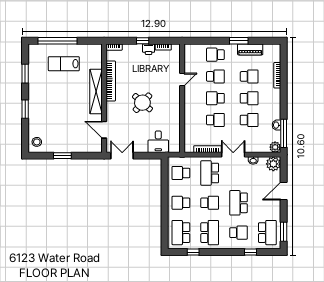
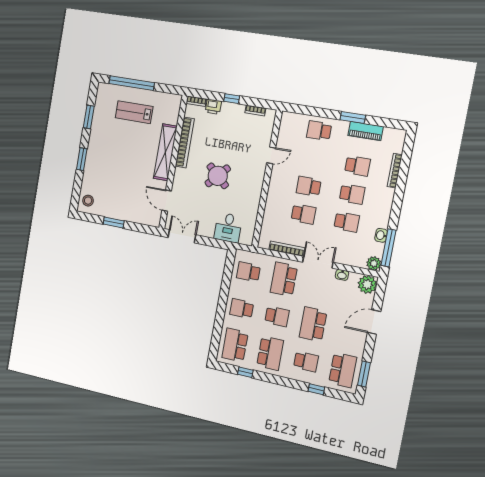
printer: (149, 49) -> (213, 107), moved
school desk: (215, 76) -> (314, 159), removed

